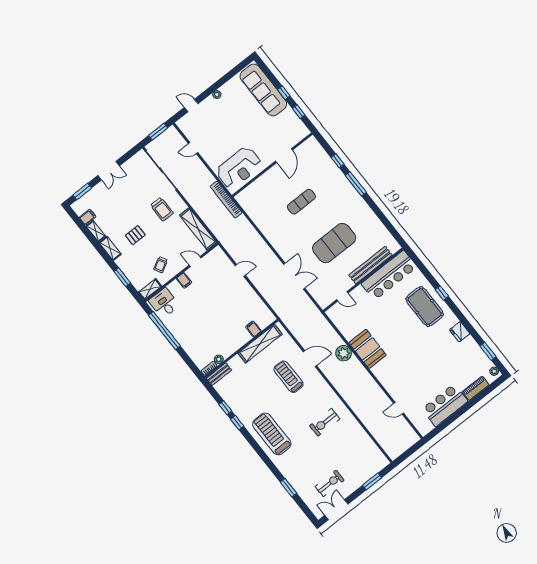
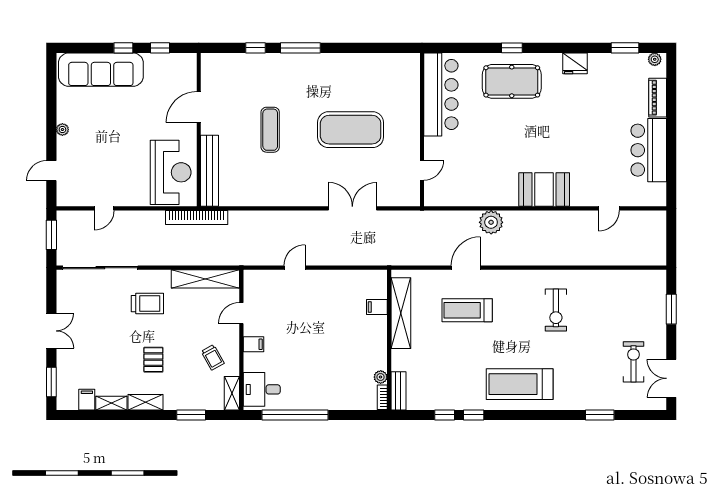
door: (284, 156) -> (199, 107), swing flipped
exercise mat: (334, 243) -> (351, 130), turned 90
bench: (370, 265) -> (210, 171), moved
booth: (368, 349) -> (544, 190), moved

